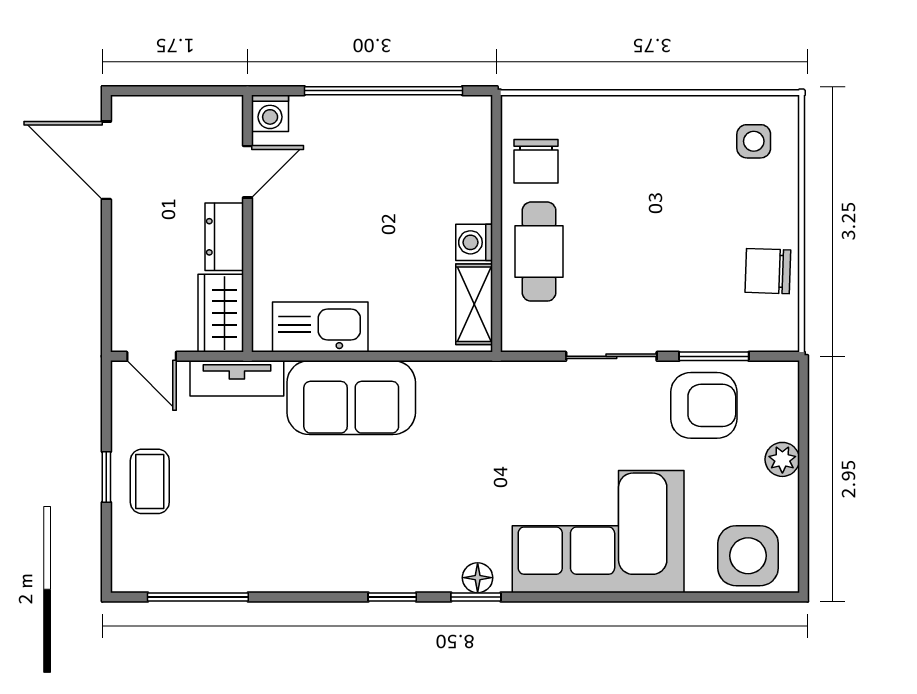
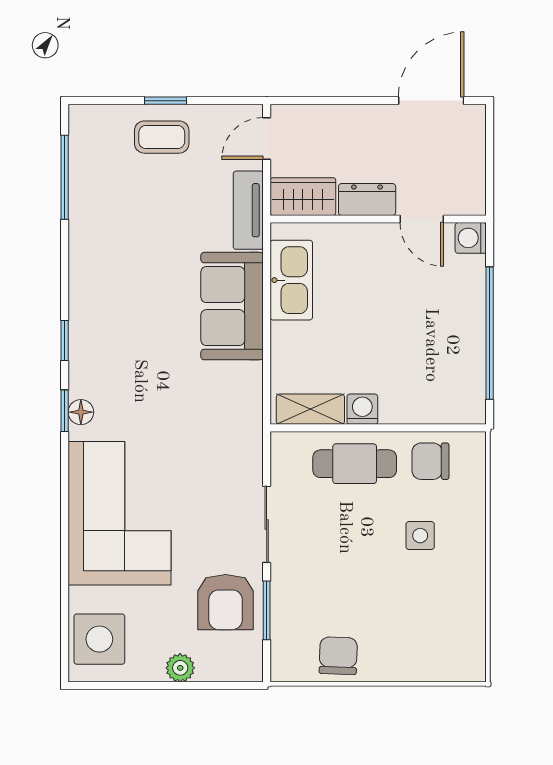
side table: (754, 141) -> (420, 536), moved

